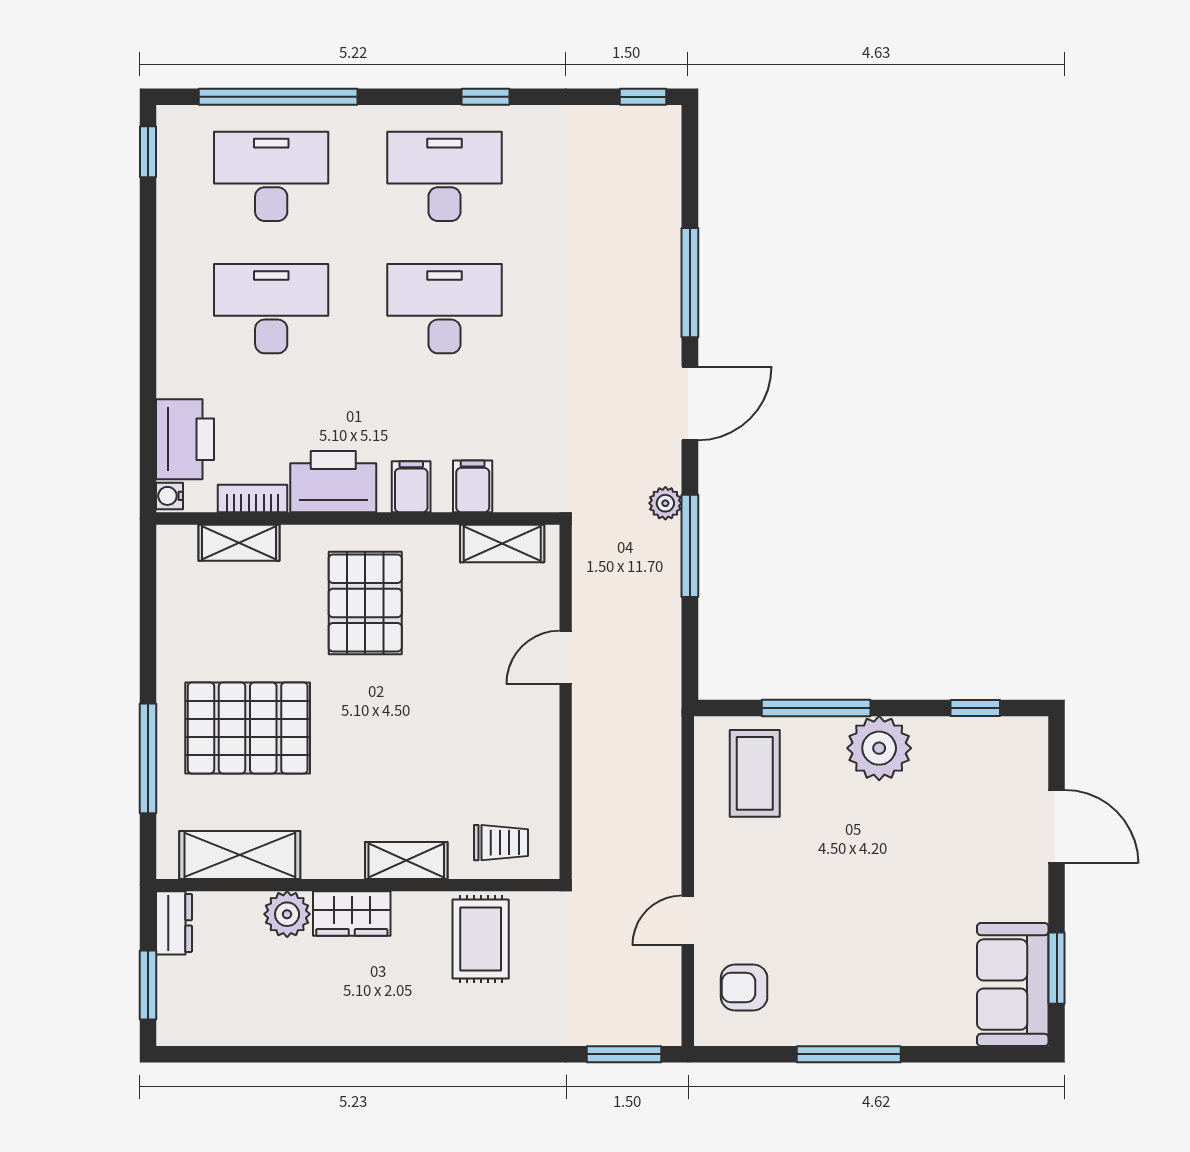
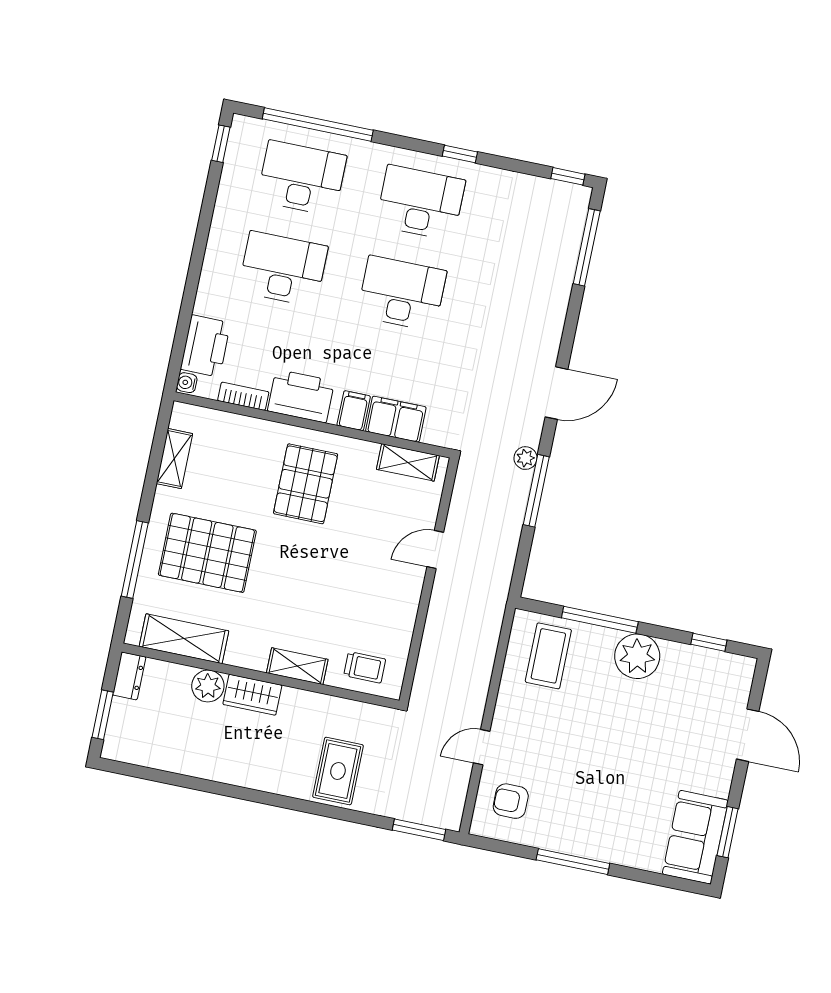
window: (690, 283) -> (587, 247), moved
filing cabinet: (473, 486) -> (396, 419), width x2.00
shelving: (239, 543) -> (174, 459), moved, turned 90
rug: (481, 939) -> (338, 771), moved

